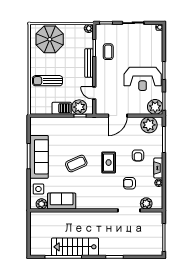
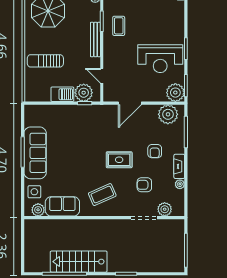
rug: (109, 163) -> (119, 160), turned 90
coffee table: (76, 164) -> (102, 195), moved

